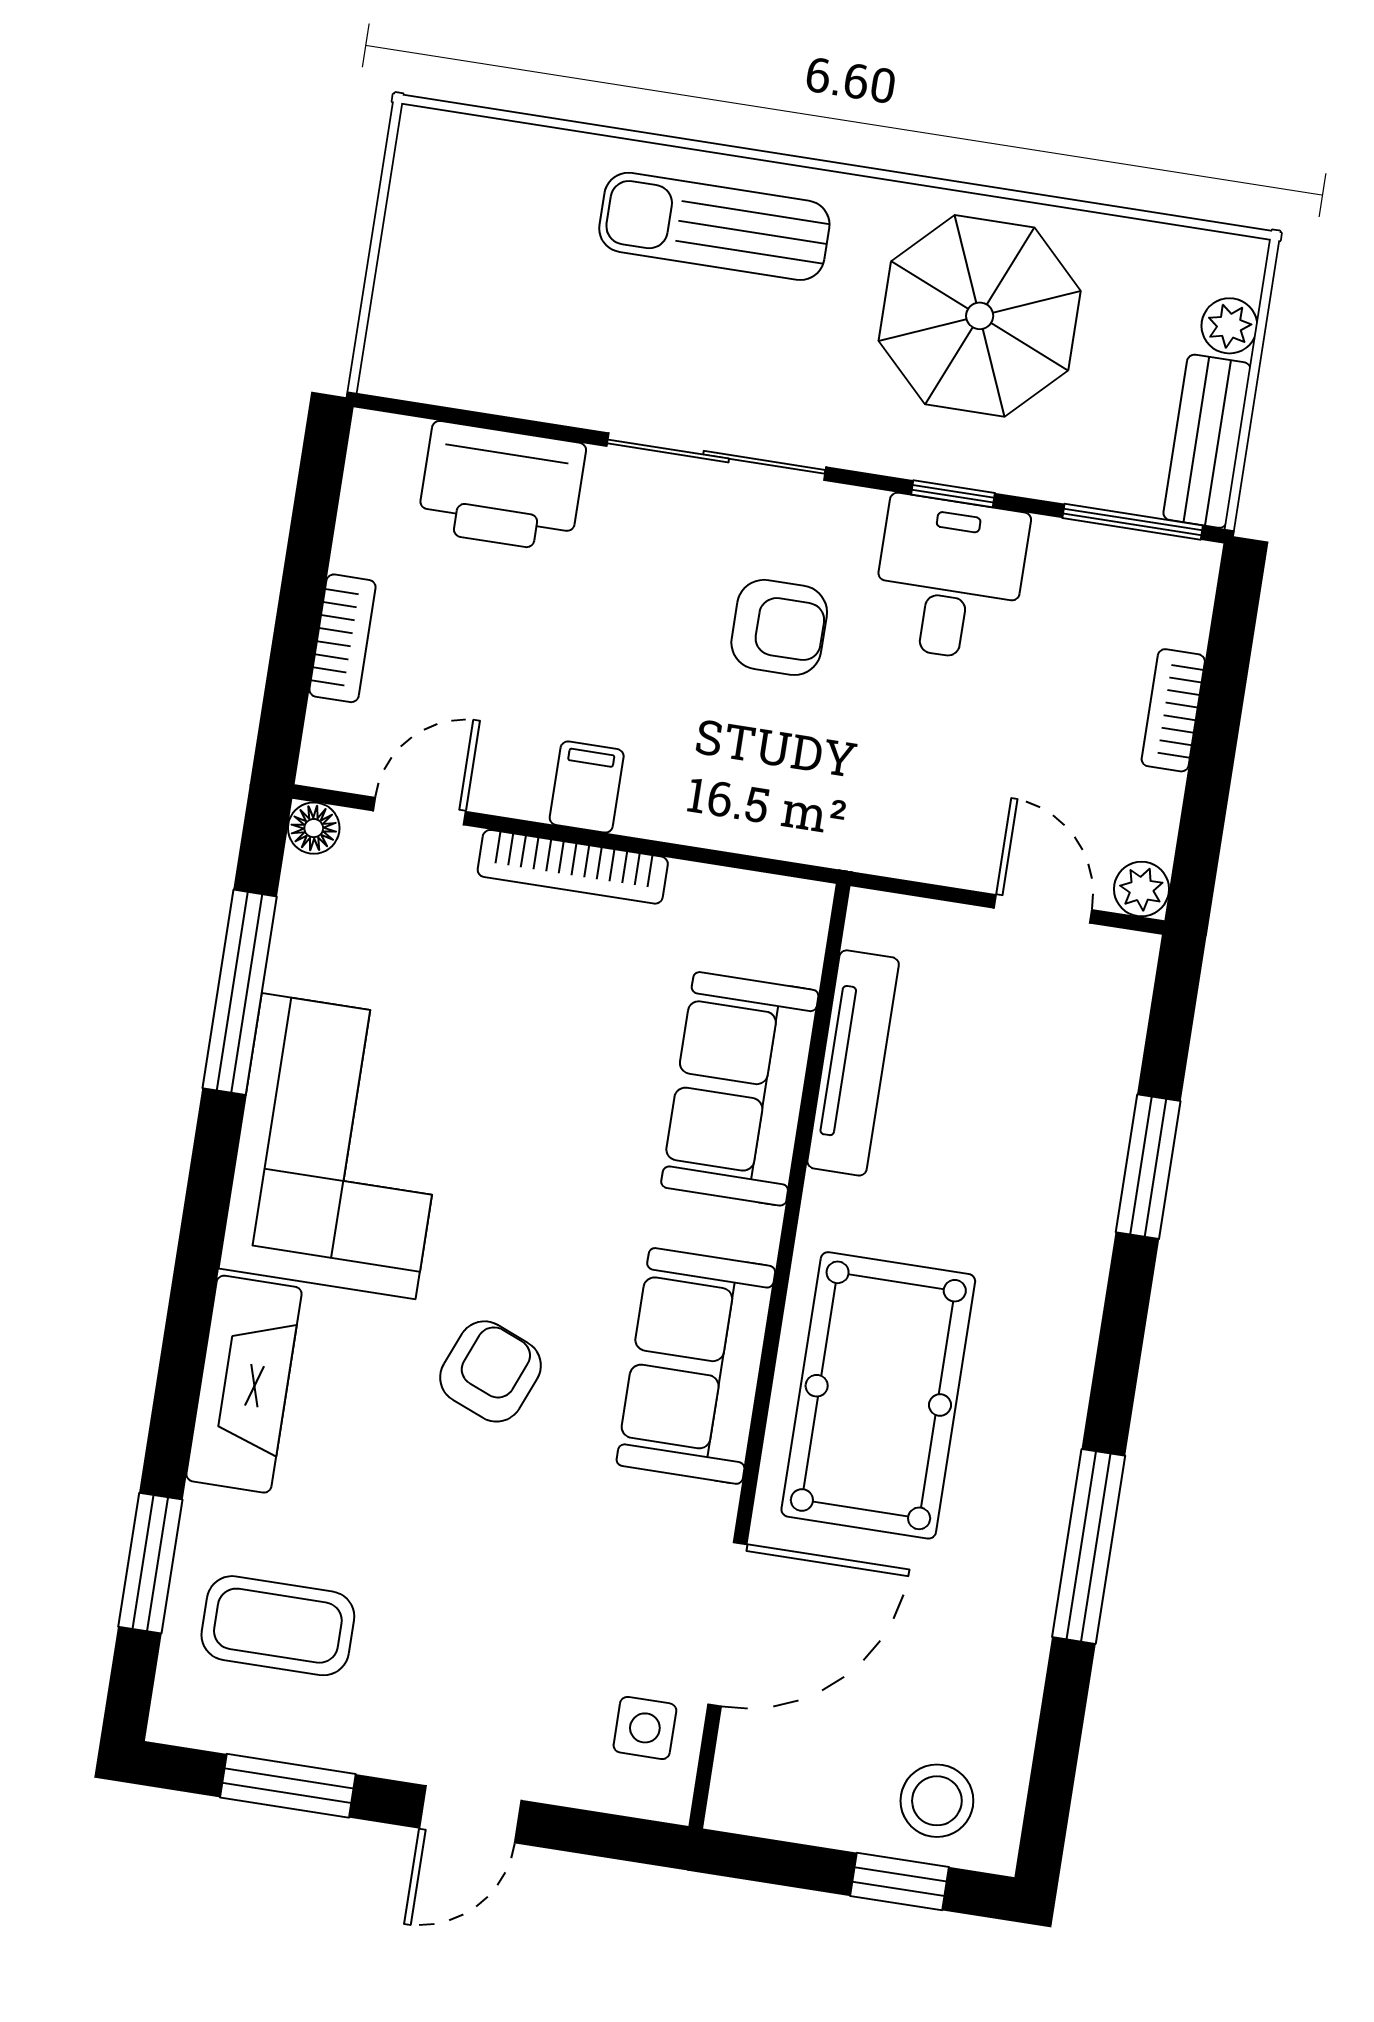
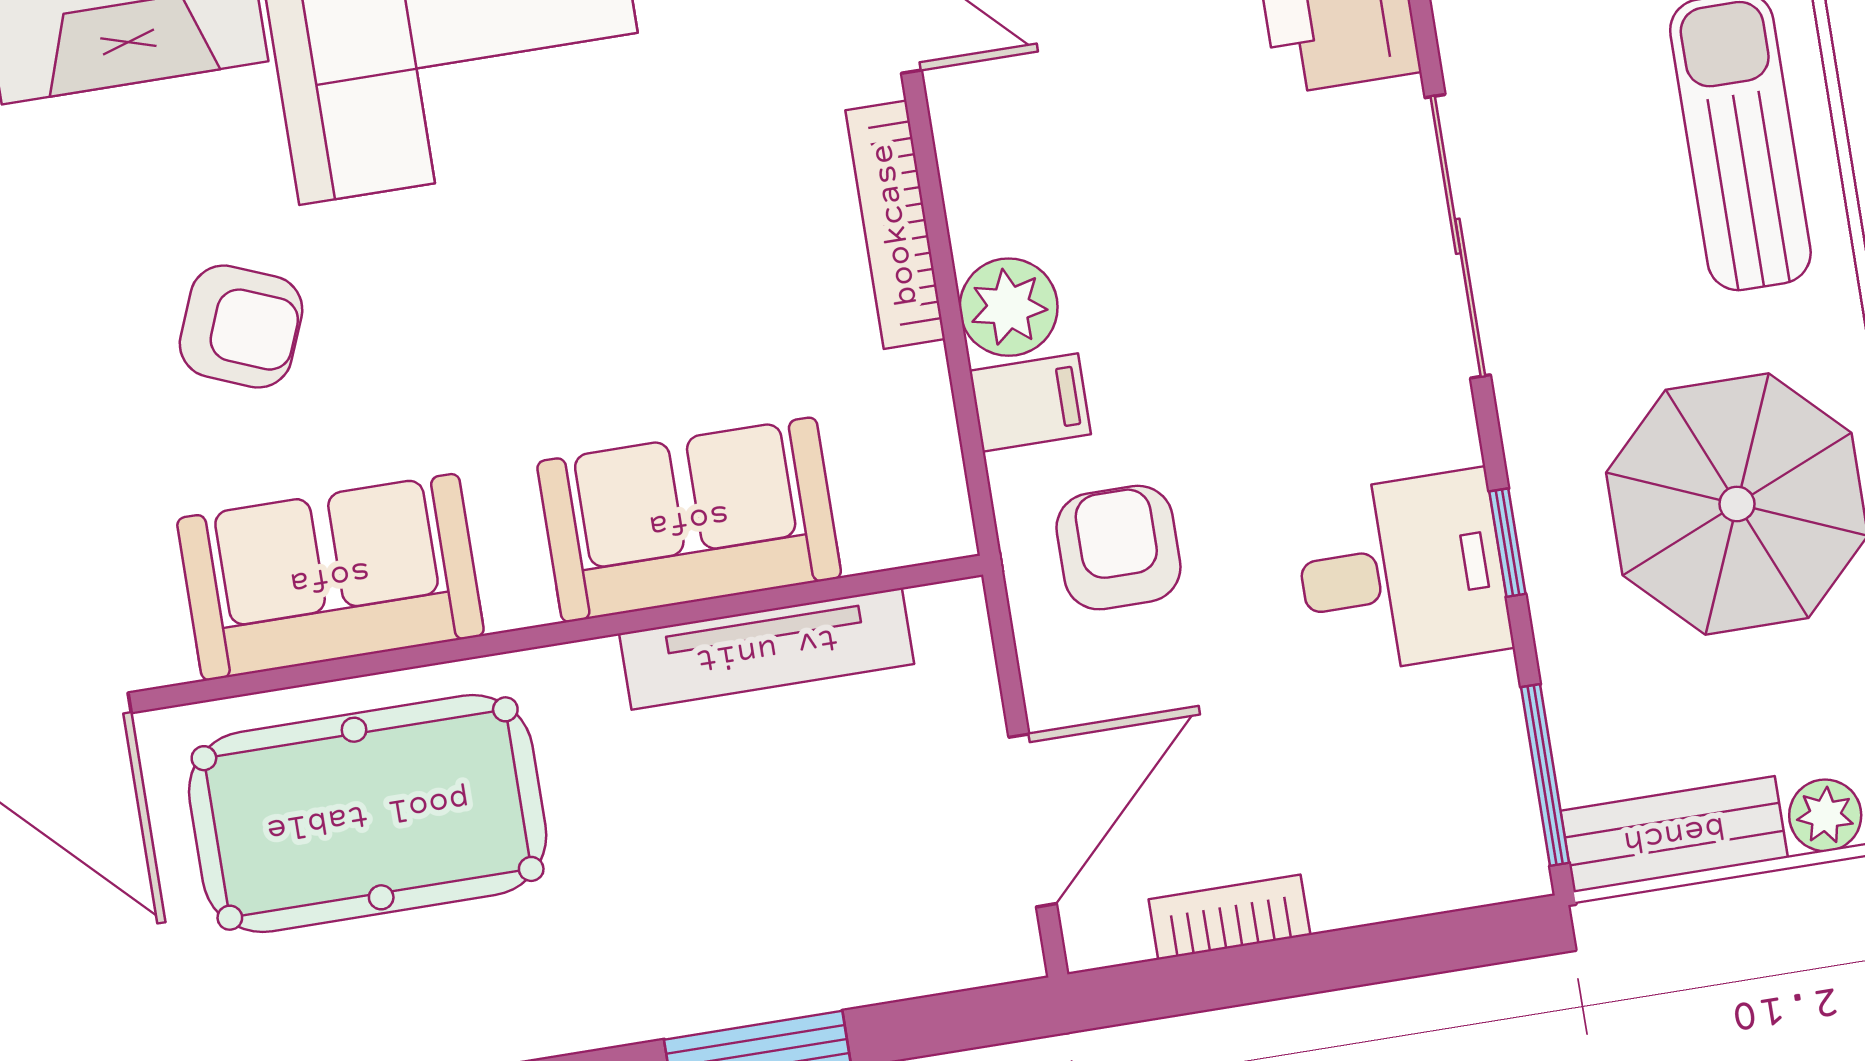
armchair: (779, 627) -> (1118, 548), moved, turned 180
bookcase: (1173, 710) -> (1229, 917), moved
filing cabinet: (587, 787) -> (1030, 402), moved
plant: (1142, 889) -> (1009, 307), moved, width x1.38, depth x1.38
door: (1043, 909) -> (1033, 820), width x1.37

